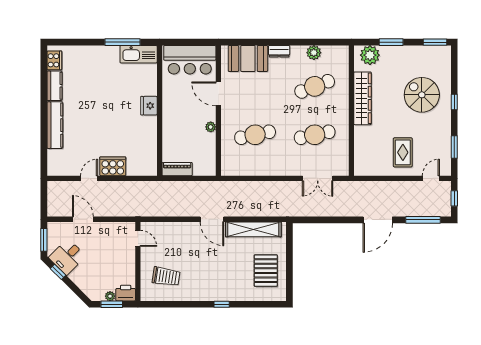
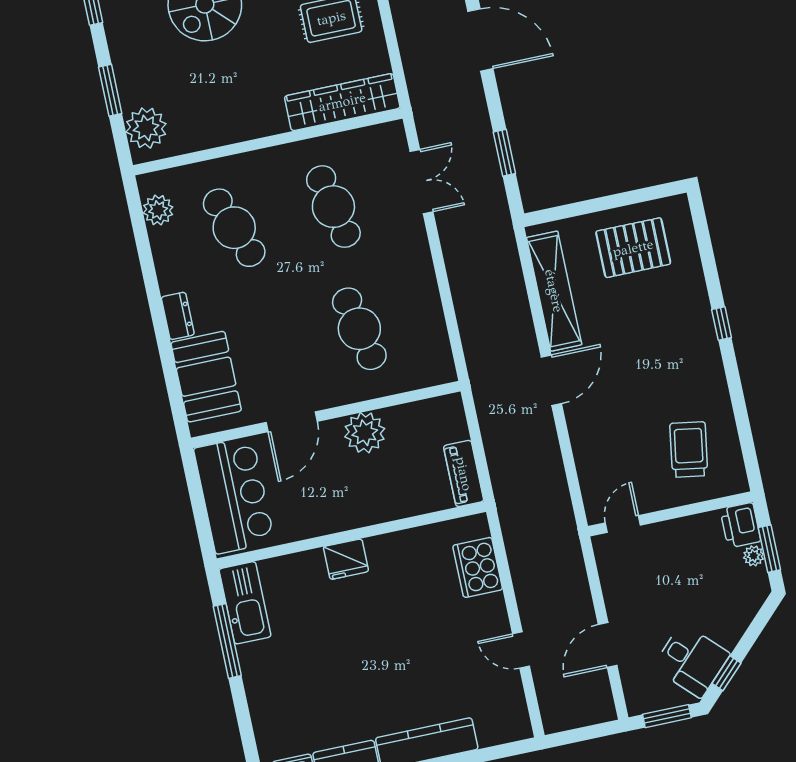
plant: (314, 53) -> (158, 210), moved
wardrobe: (363, 98) -> (342, 102), moved
plant: (211, 127) -> (365, 433), width x1.87, depth x1.87
cooker: (113, 166) -> (478, 567), moved
window: (323, 220) -> (504, 153), added

